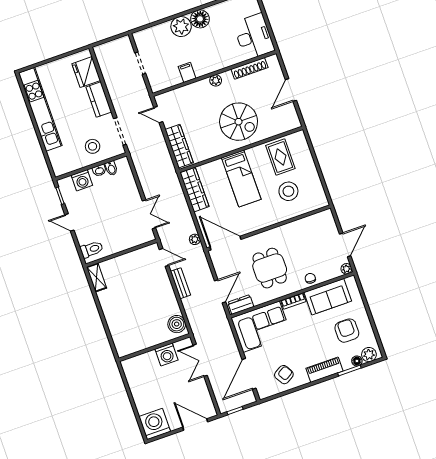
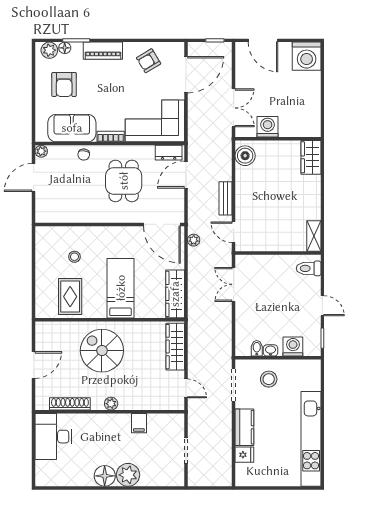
fridge: (86, 72) -> (244, 455), width x0.53, depth x0.75
stool: (288, 191) -> (74, 257), width x0.53, depth x0.53
wardrobe: (122, 342) -> (311, 157), added

